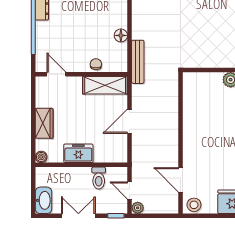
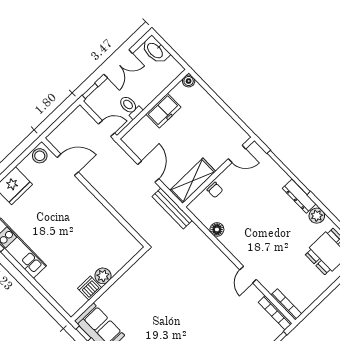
bench: (138, 62) -> (172, 208), moved
wardrobe: (44, 123) -> (211, 108), removed
door: (130, 191) -> (106, 128), moved
plant: (138, 208) -> (80, 113), removed

